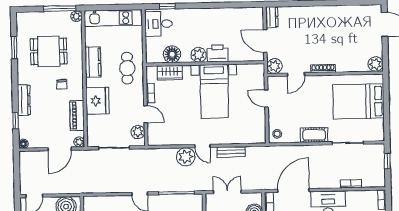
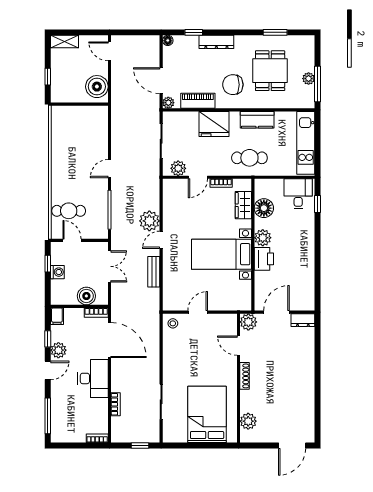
plant: (76, 16) -> (309, 79), moved
plant: (375, 64) -> (248, 421), moved
chair: (62, 84) -> (233, 85), width x1.87, depth x1.87
door: (266, 99) -> (198, 312), moved
cot: (314, 135) -> (171, 364), removed

